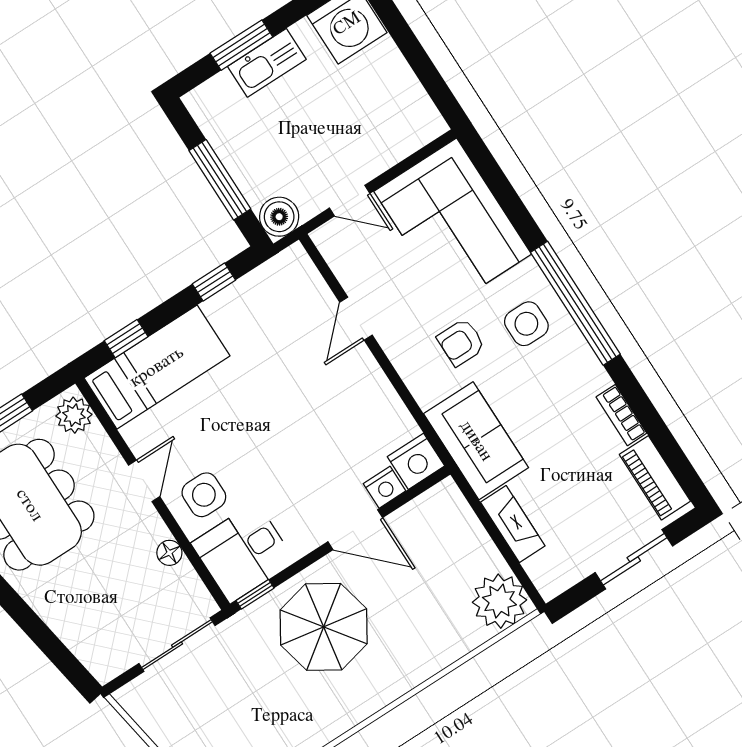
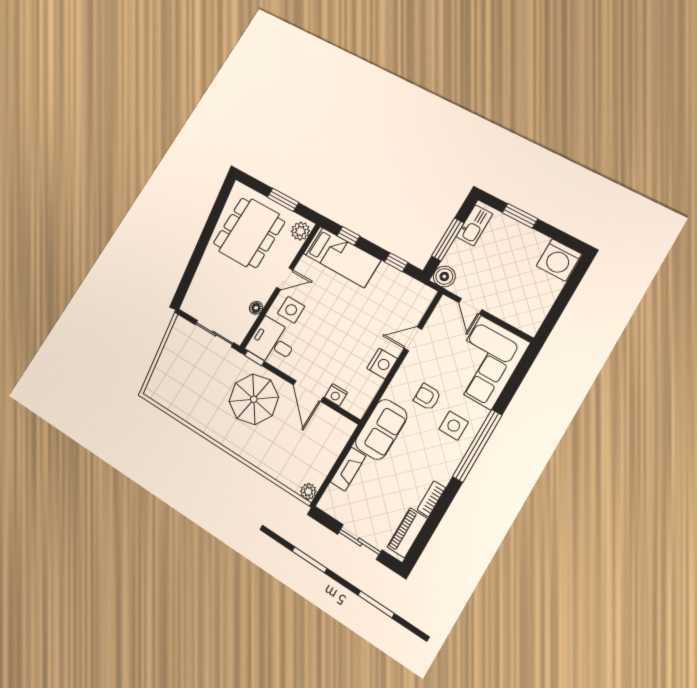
kitchen sink: (267, 63) -> (474, 225), moved, turned -90
nightstand: (416, 461) -> (382, 364), moved, turned -90
plant: (499, 601) -> (308, 491), width x0.53, depth x0.53

